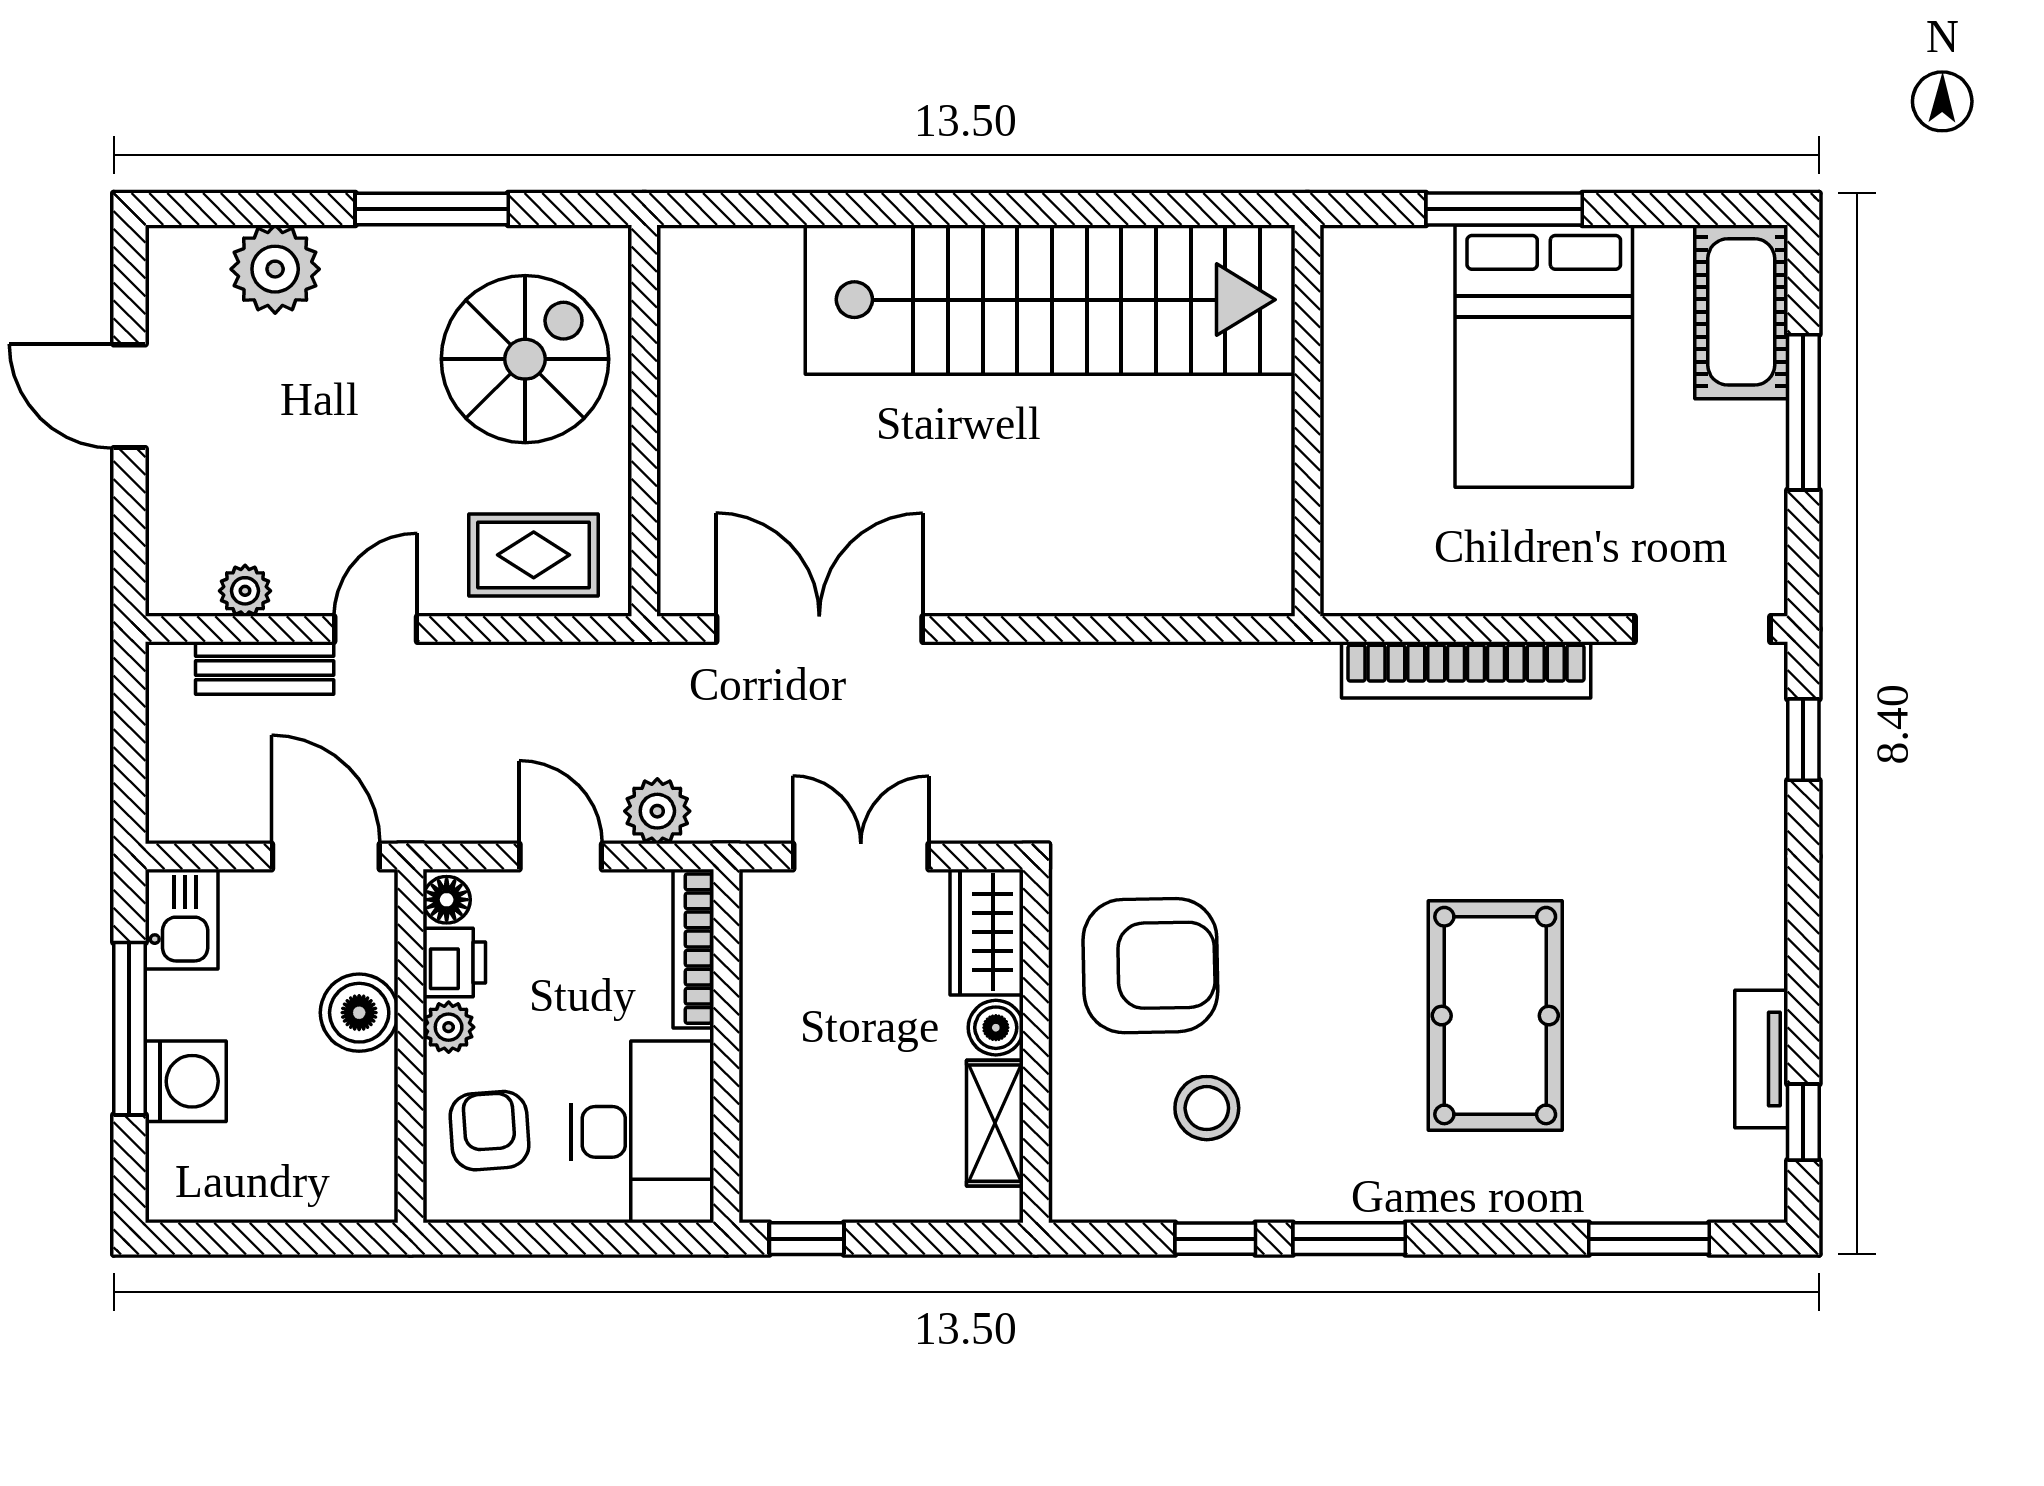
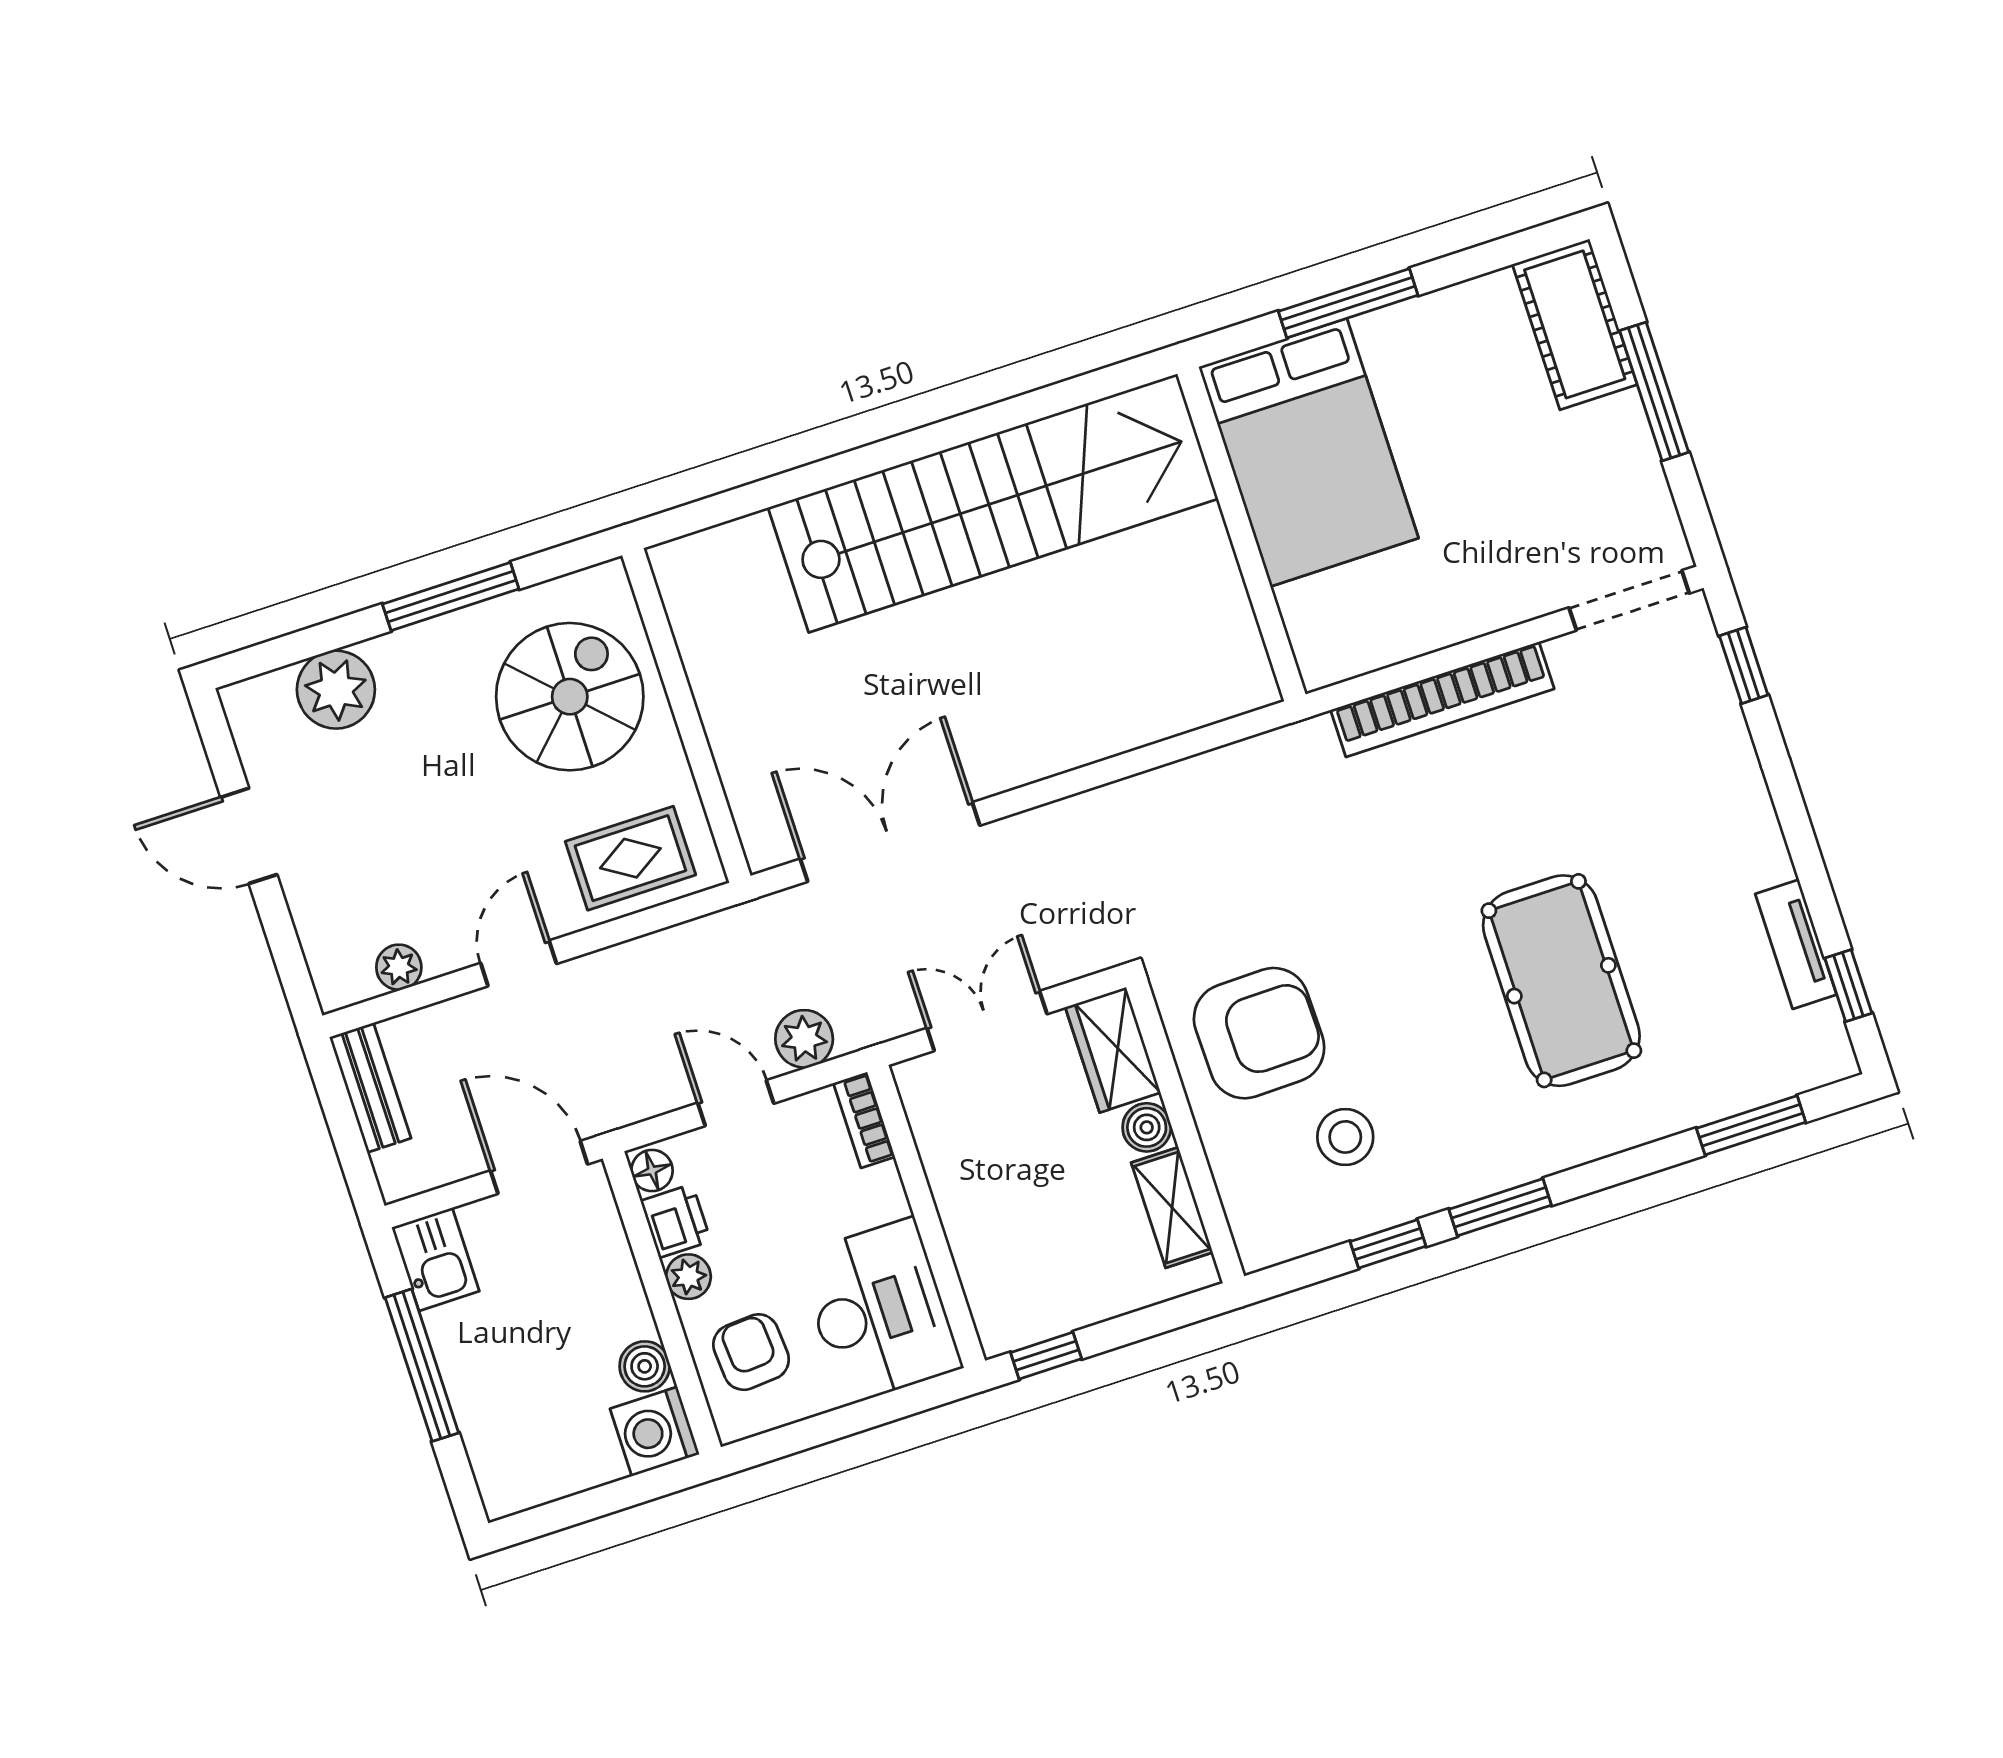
bed: (1544, 356) -> (1309, 452), moved
bench: (265, 668) -> (370, 1088), moved, turned 90
bookcase: (693, 949) -> (864, 1120), width x0.64
boiler: (359, 1013) -> (645, 1366), moved, width x0.73, depth x0.73
washing machine: (186, 1081) -> (655, 1431), moved, turned 180

